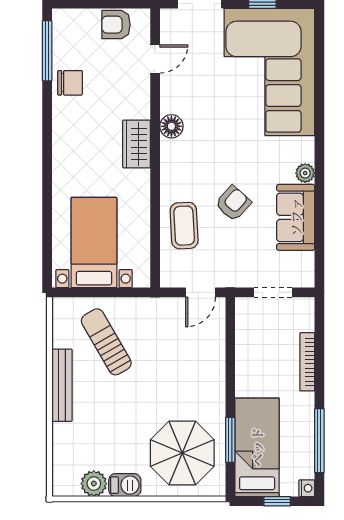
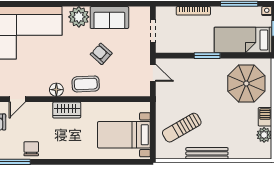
door: (155, 59) -> (17, 99), swing flipped
plant: (305, 173) -> (79, 17), width x1.88, depth x1.88
coffee table: (184, 226) -> (86, 84), moved
window: (230, 440) -> (207, 56), moved

